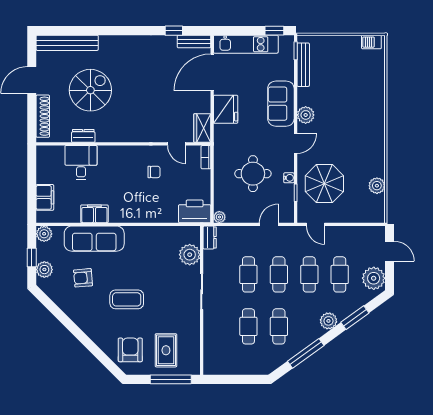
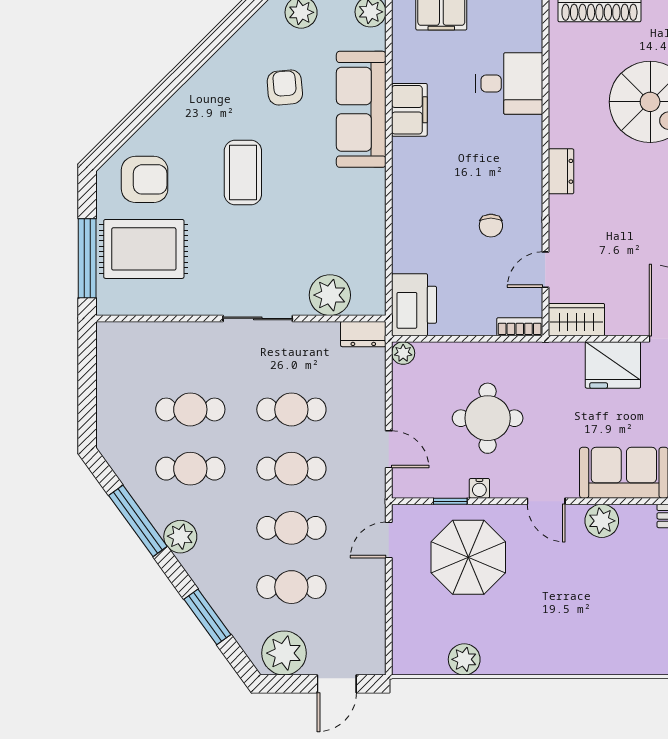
dresser: (83, 136) -> (561, 171), moved
plant: (328, 321) -> (180, 537), moved
rug: (166, 350) -> (144, 249), width x1.36, depth x1.43

